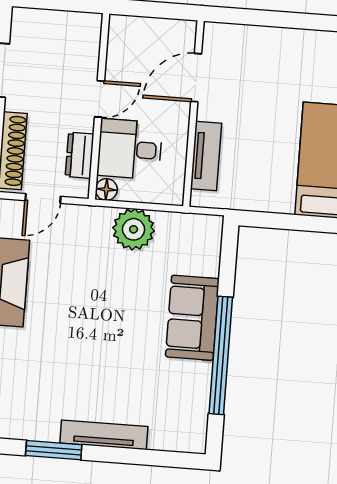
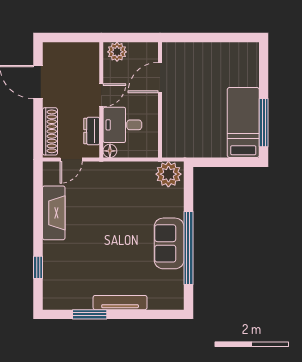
plant: (130, 31) -> (117, 52), added
tv unit: (206, 156) -> (170, 125), removed
plant: (134, 229) -> (168, 174), moved
sofa: (192, 318) -> (169, 243), moved

